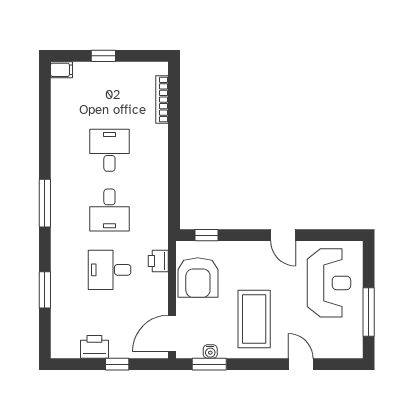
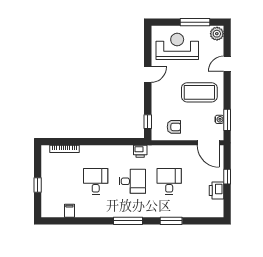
filing cabinet: (62, 70) -> (69, 211), moved
desk: (109, 150) -> (96, 181), turned 90
printer: (158, 261) -> (140, 151), moved
desk: (109, 270) -> (169, 181), turned 180
armchair: (198, 278) -> (174, 127), width x0.53, depth x0.53
window: (45, 290) -> (171, 221), moved
plant: (350, 347) -> (217, 34), added

